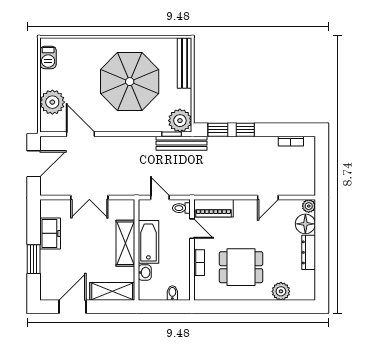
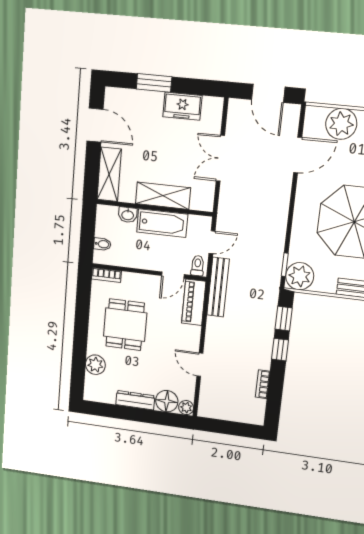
bookcase: (291, 141) -> (263, 384), moved
bench: (181, 143) -> (218, 287), moved
bookcase: (199, 263) -> (106, 275), moved

